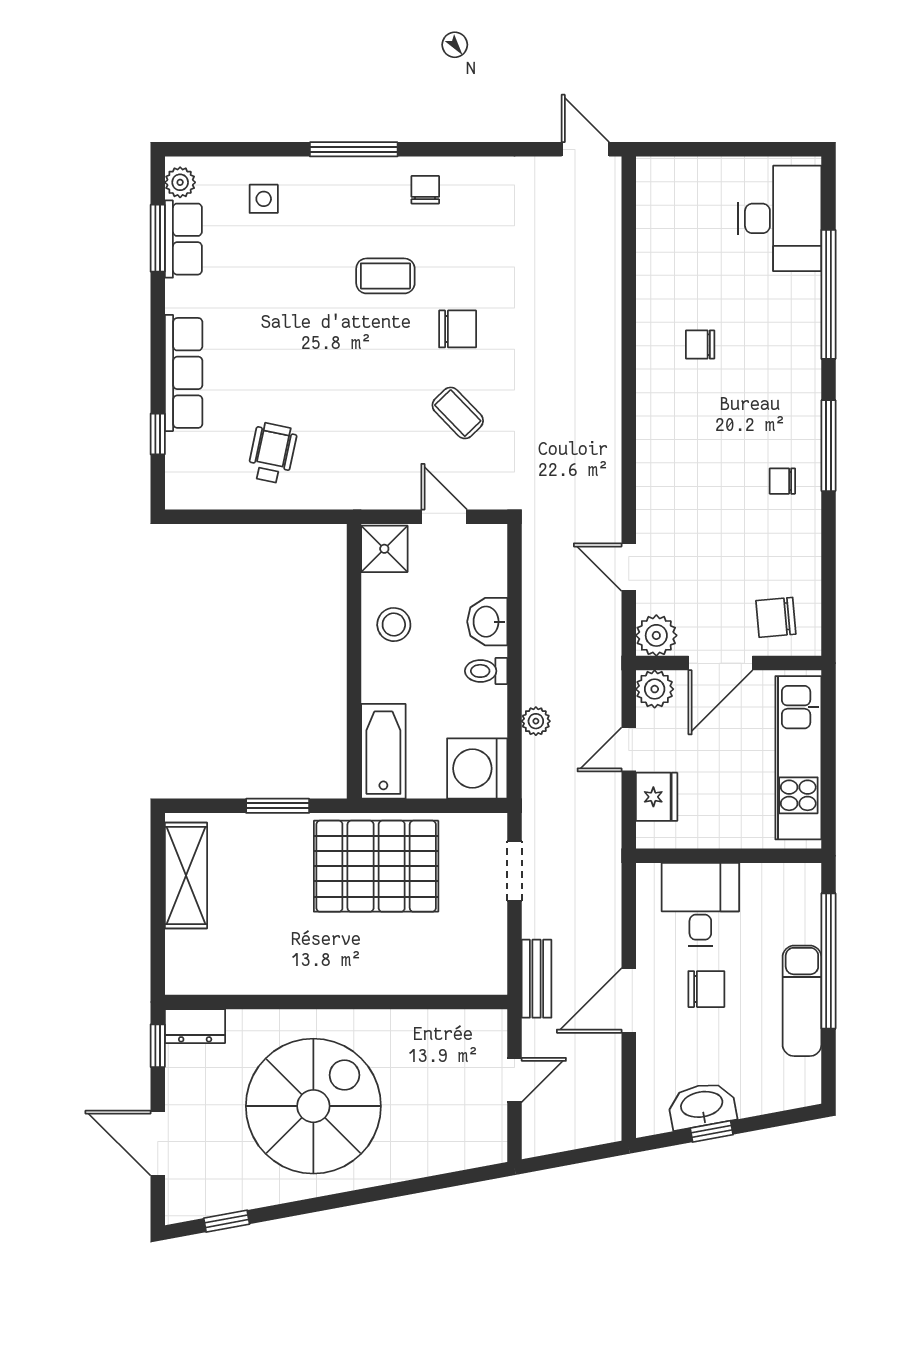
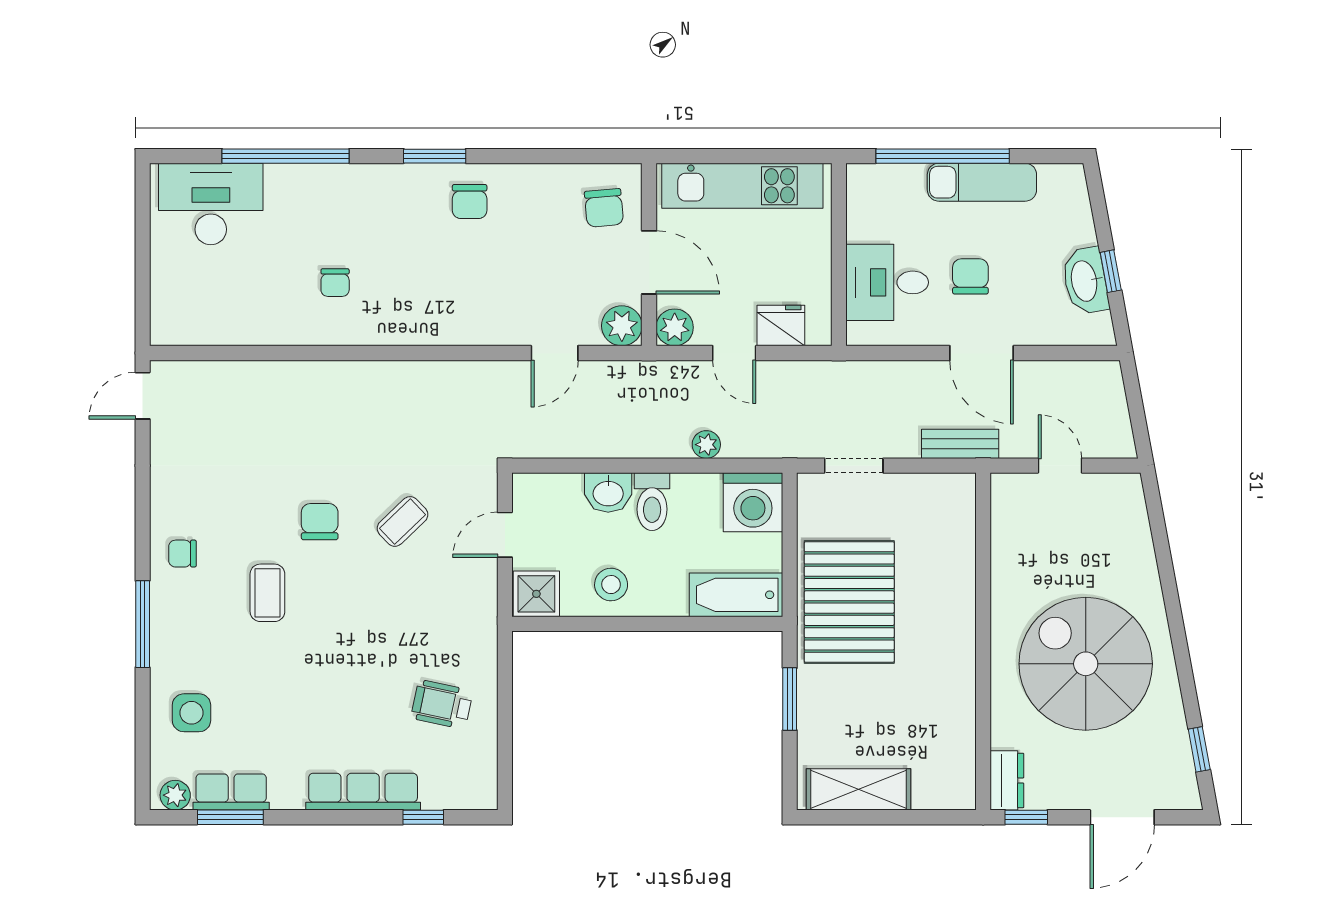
side table: (264, 199) -> (191, 713), width x1.37, depth x1.37
window: (828, 446) -> (435, 156), width x0.69
chair: (782, 481) -> (470, 202), width x1.37, depth x1.37
toilet: (486, 671) -> (652, 502), width x1.37, depth x1.39

